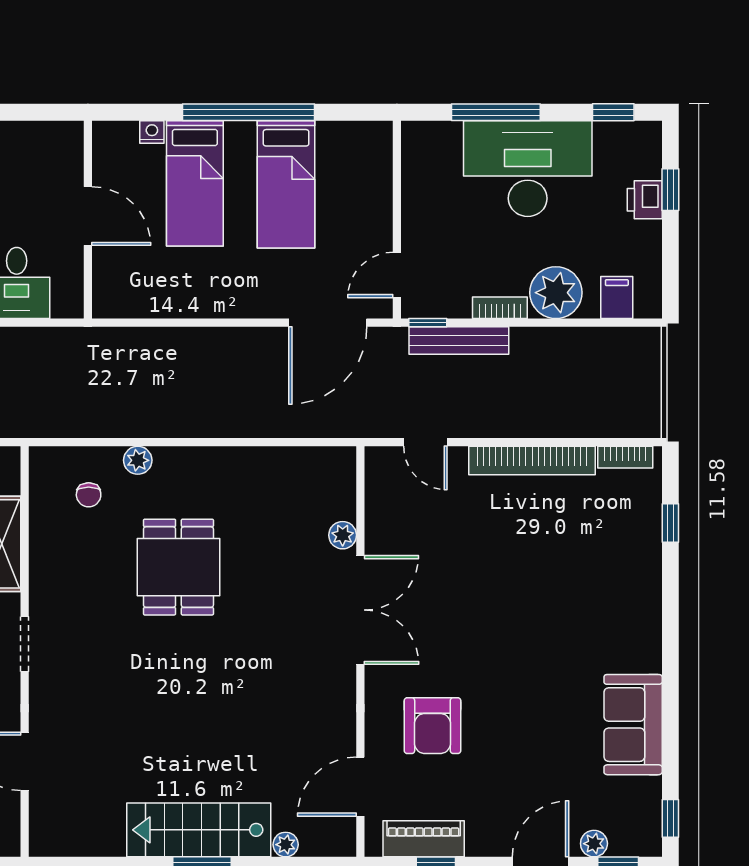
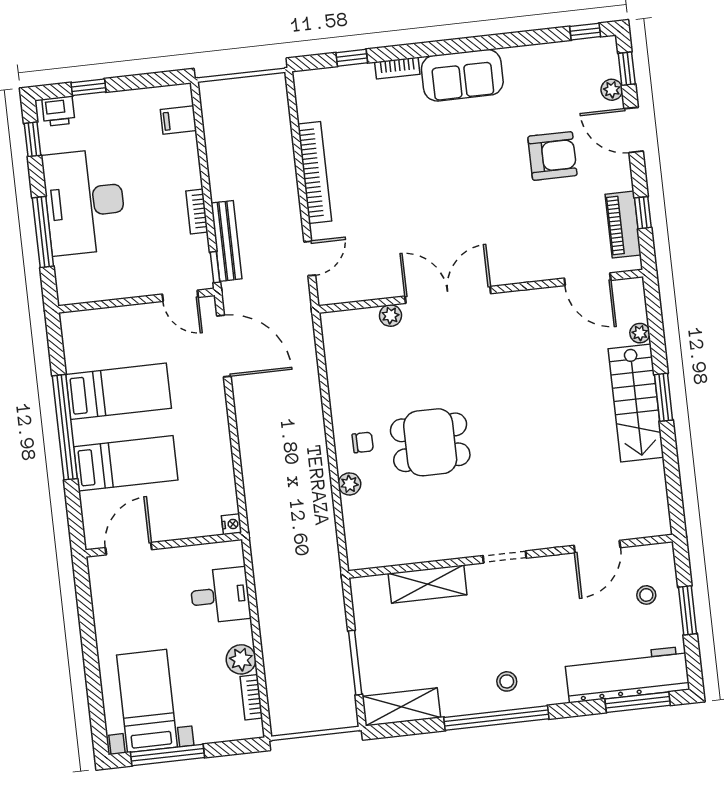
nightstand: (152, 132) -> (232, 524), moved, turned 180
printer: (645, 200) -> (58, 111), moved
door: (88, 216) -> (129, 549), moved
plant: (556, 293) -> (180, 169), removed
bookcase: (625, 457) -> (397, 68), moved, turned 90
chair: (89, 495) -> (363, 442), moved
sofa: (633, 725) -> (462, 75), moved
armchair: (432, 726) -> (552, 156), moved

